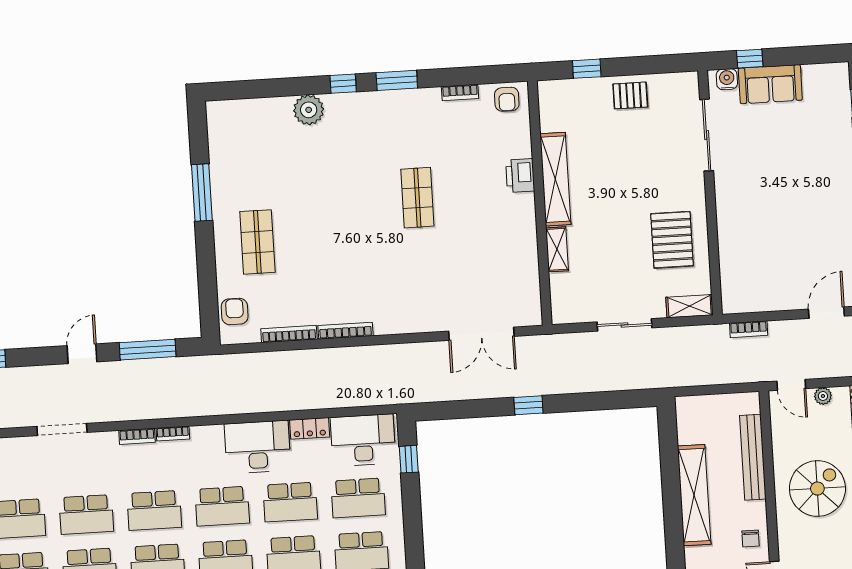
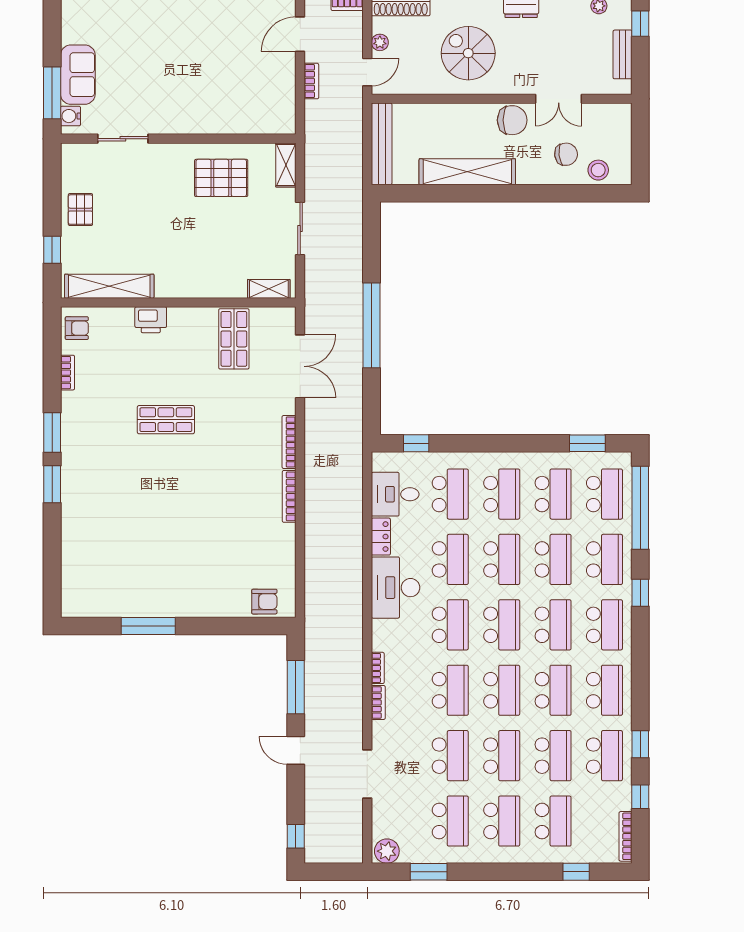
window: (750, 59) -> (52, 93), width x2.17
window: (343, 84) -> (52, 484), width x1.50
plant: (309, 110) -> (75, 519), removed
sliding door: (707, 135) -> (123, 139), width x0.73
shelving: (555, 179) -> (109, 286), moved
shop shelf: (257, 242) -> (234, 339), moved, turned 90
shelving: (557, 249) -> (269, 289), moved
armchair: (235, 312) -> (264, 602), turned 180
door: (826, 313) -> (300, 34), hinge flipped
bookcase: (749, 329) -> (311, 81), moved
bookcase: (289, 334) -> (289, 442), moved
window: (528, 405) -> (371, 325), width x3.17
desk: (363, 440) -> (395, 494), width x0.73
bench: (753, 457) -> (382, 144), moved, turned 90
chair: (751, 538) -> (512, 120), width x1.87, depth x1.87

